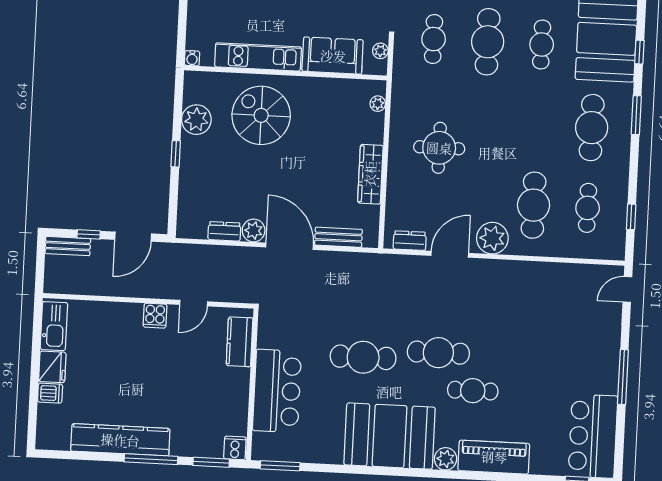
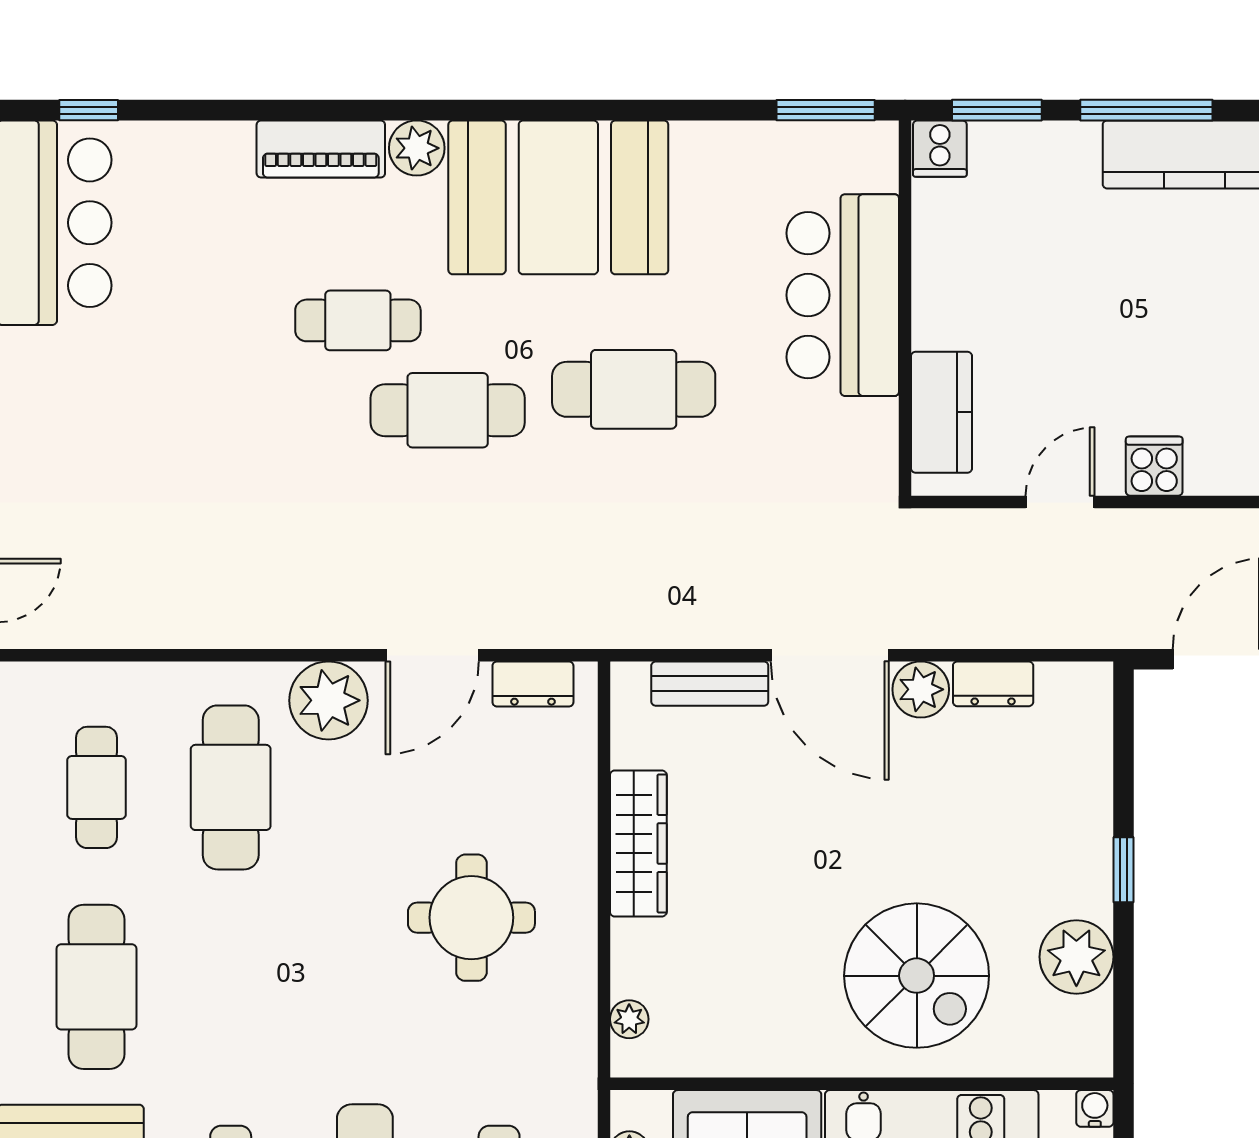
piano: (494, 457) -> (321, 149), width x0.73, depth x0.75

